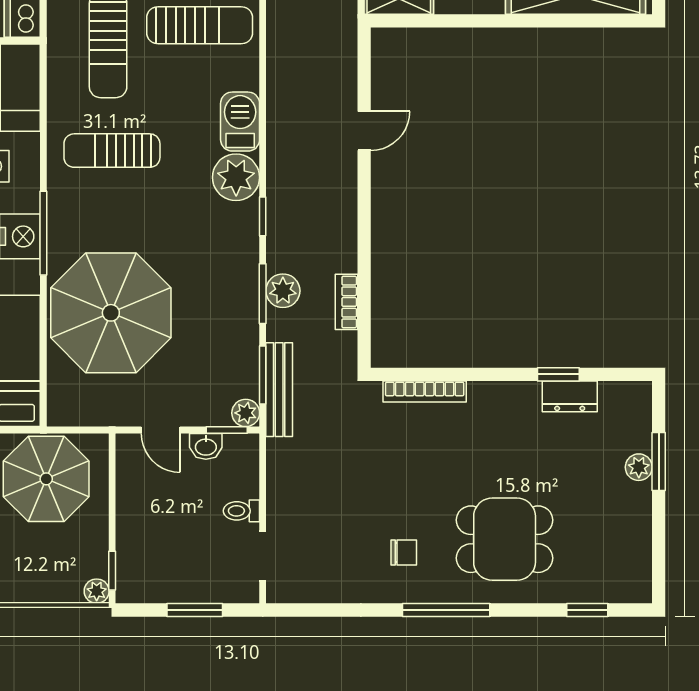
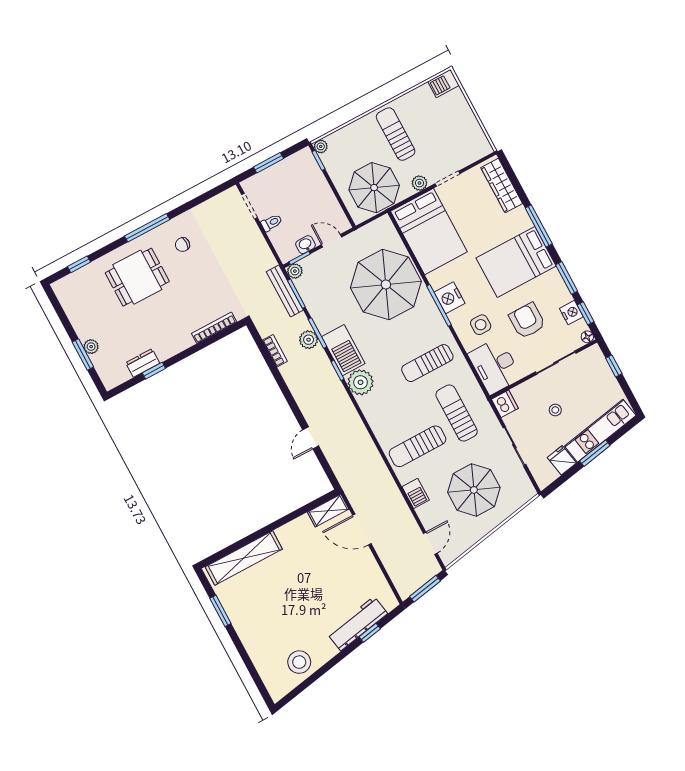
barbecue: (240, 122) -> (343, 350), moved, width x1.37, depth x1.21
sun lounger: (112, 151) -> (427, 363), turned 180

